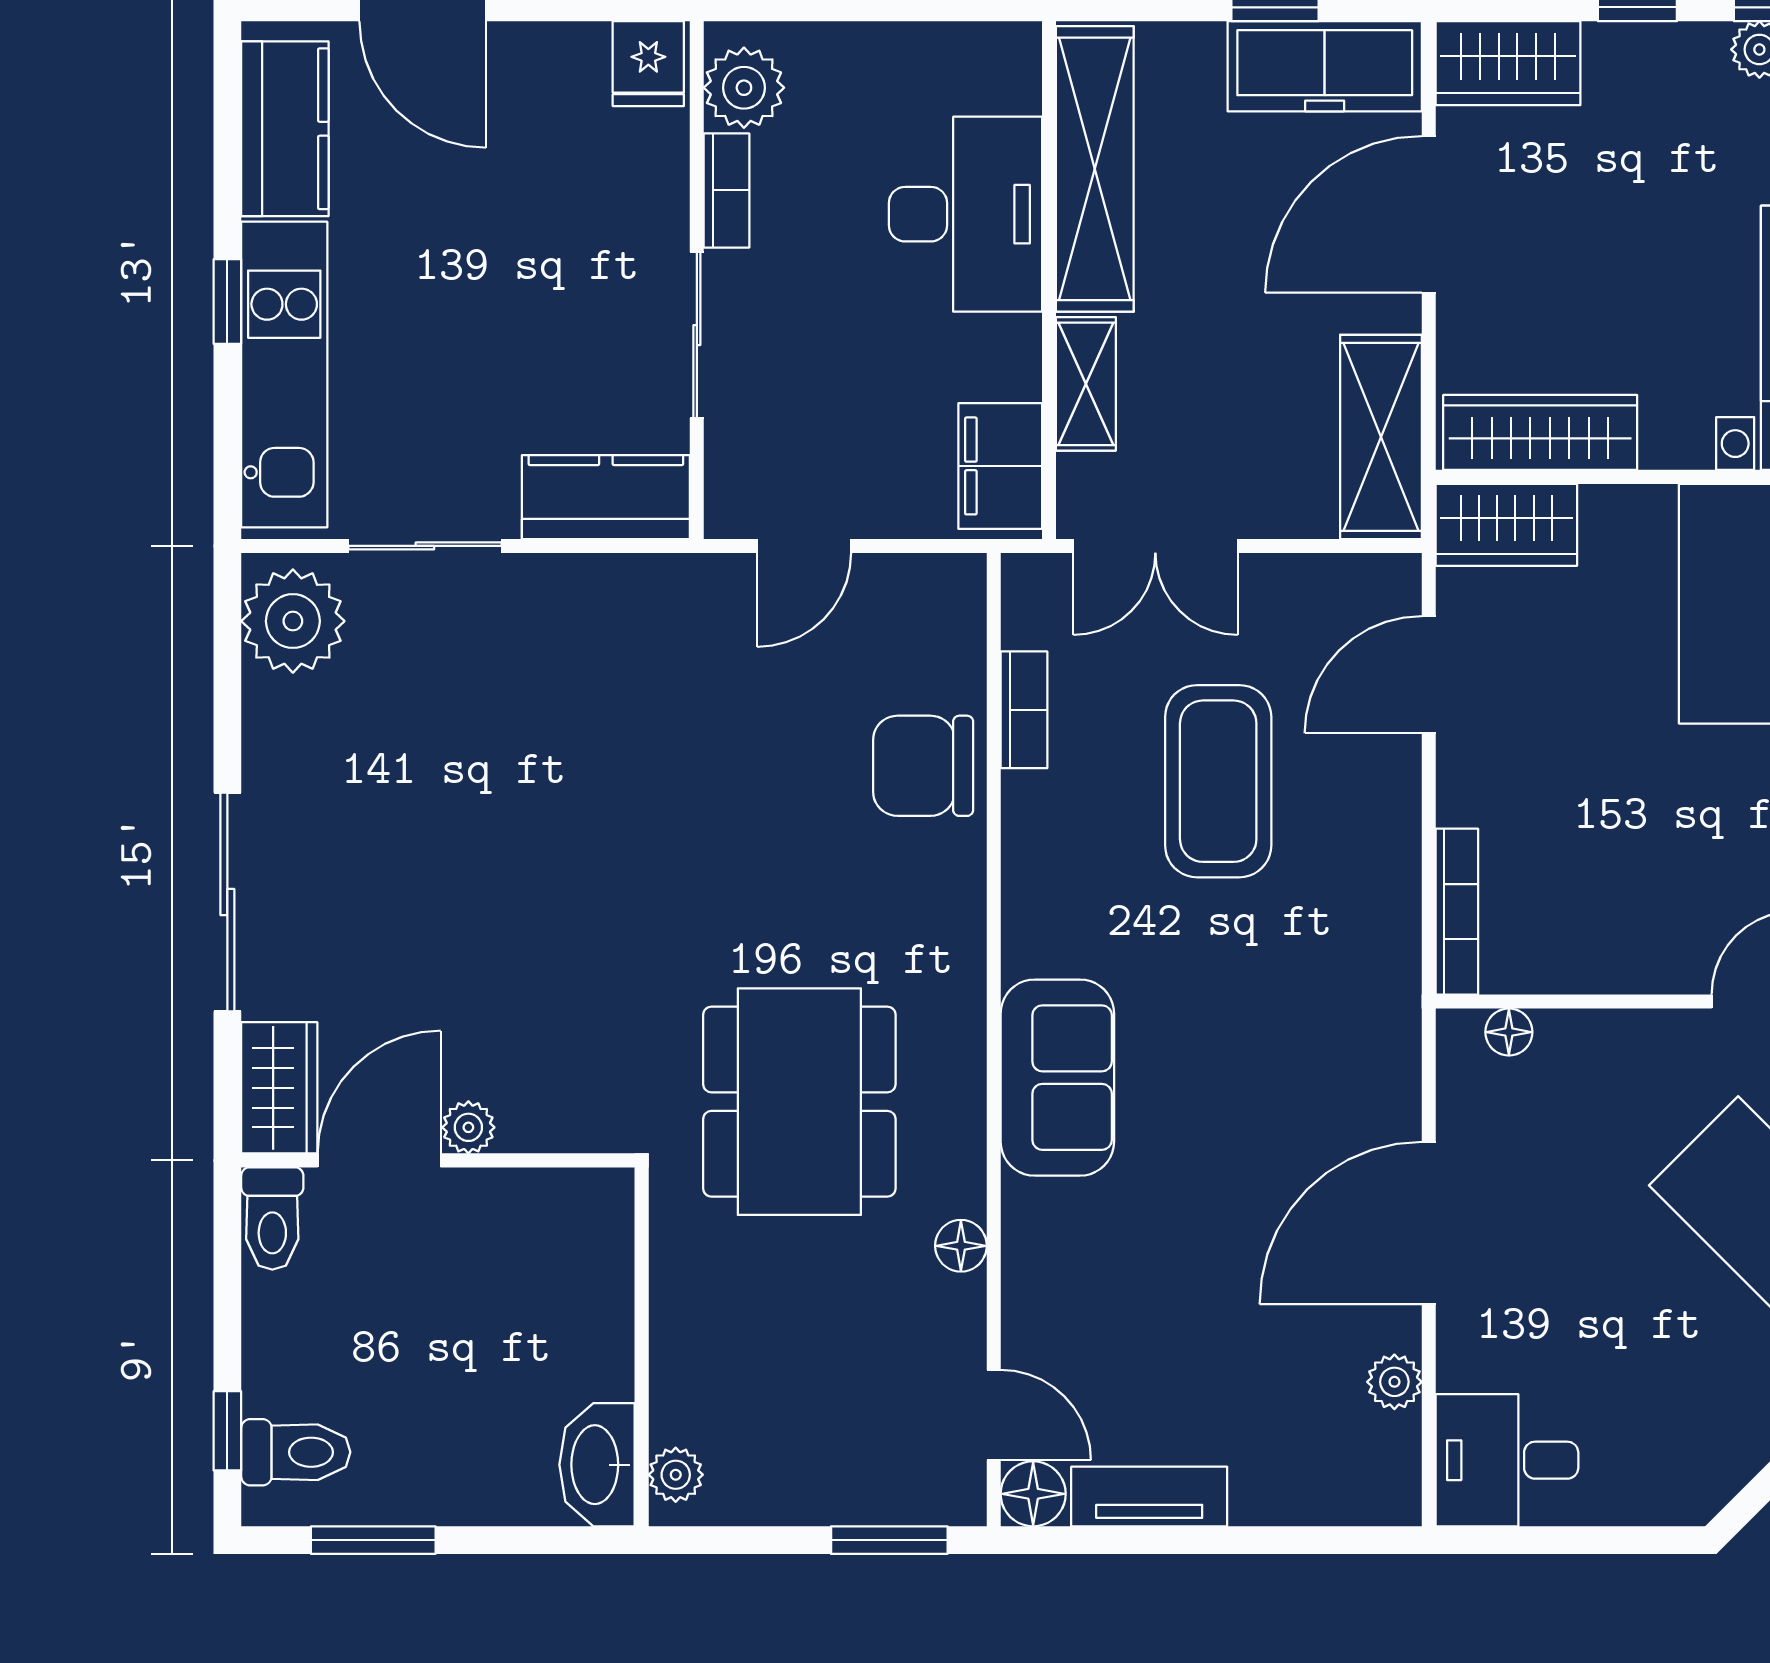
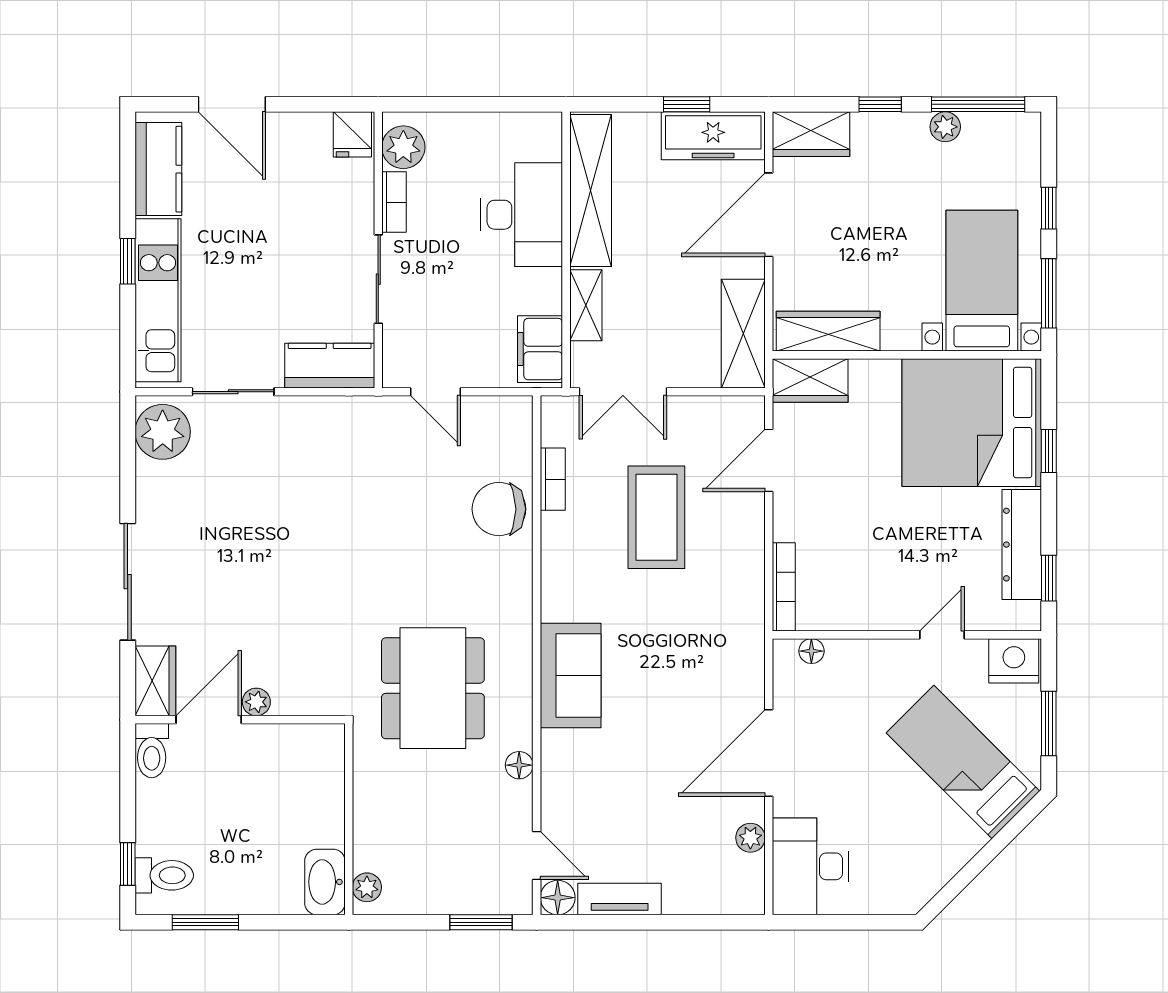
door: (804, 546) -> (435, 392), hinge flipped
desk: (1507, 1460) -> (810, 866), width x1.37

